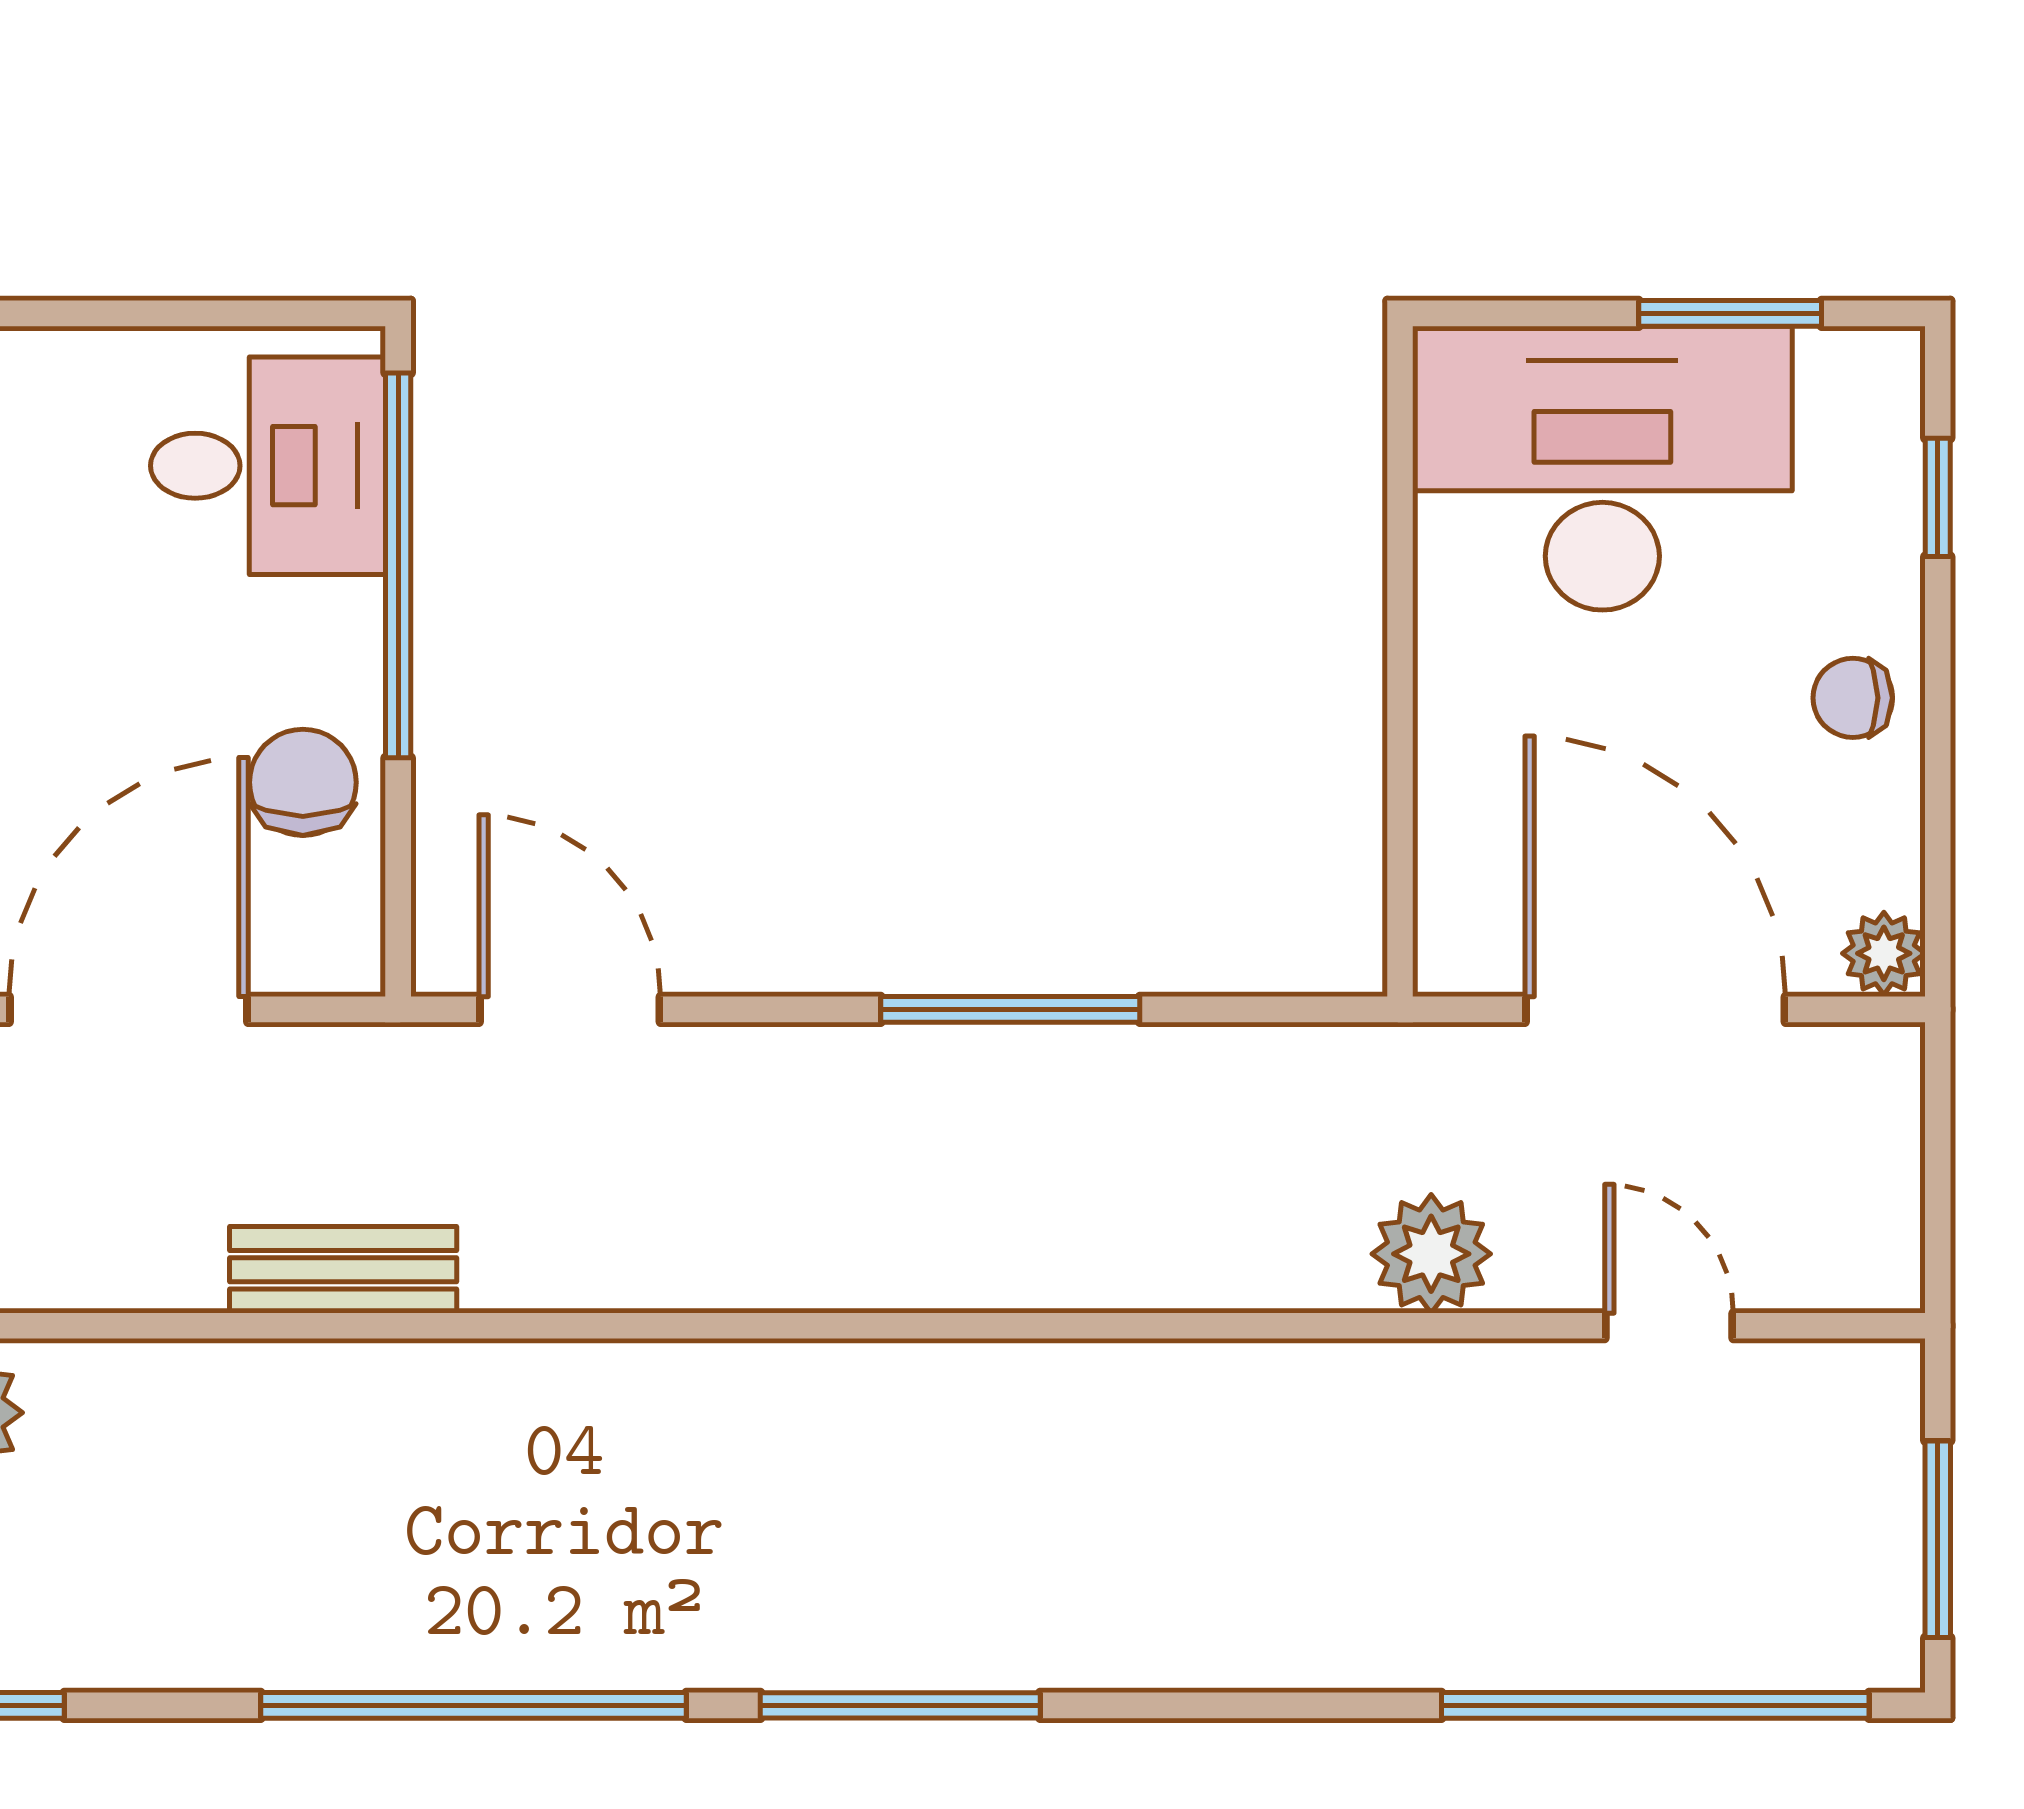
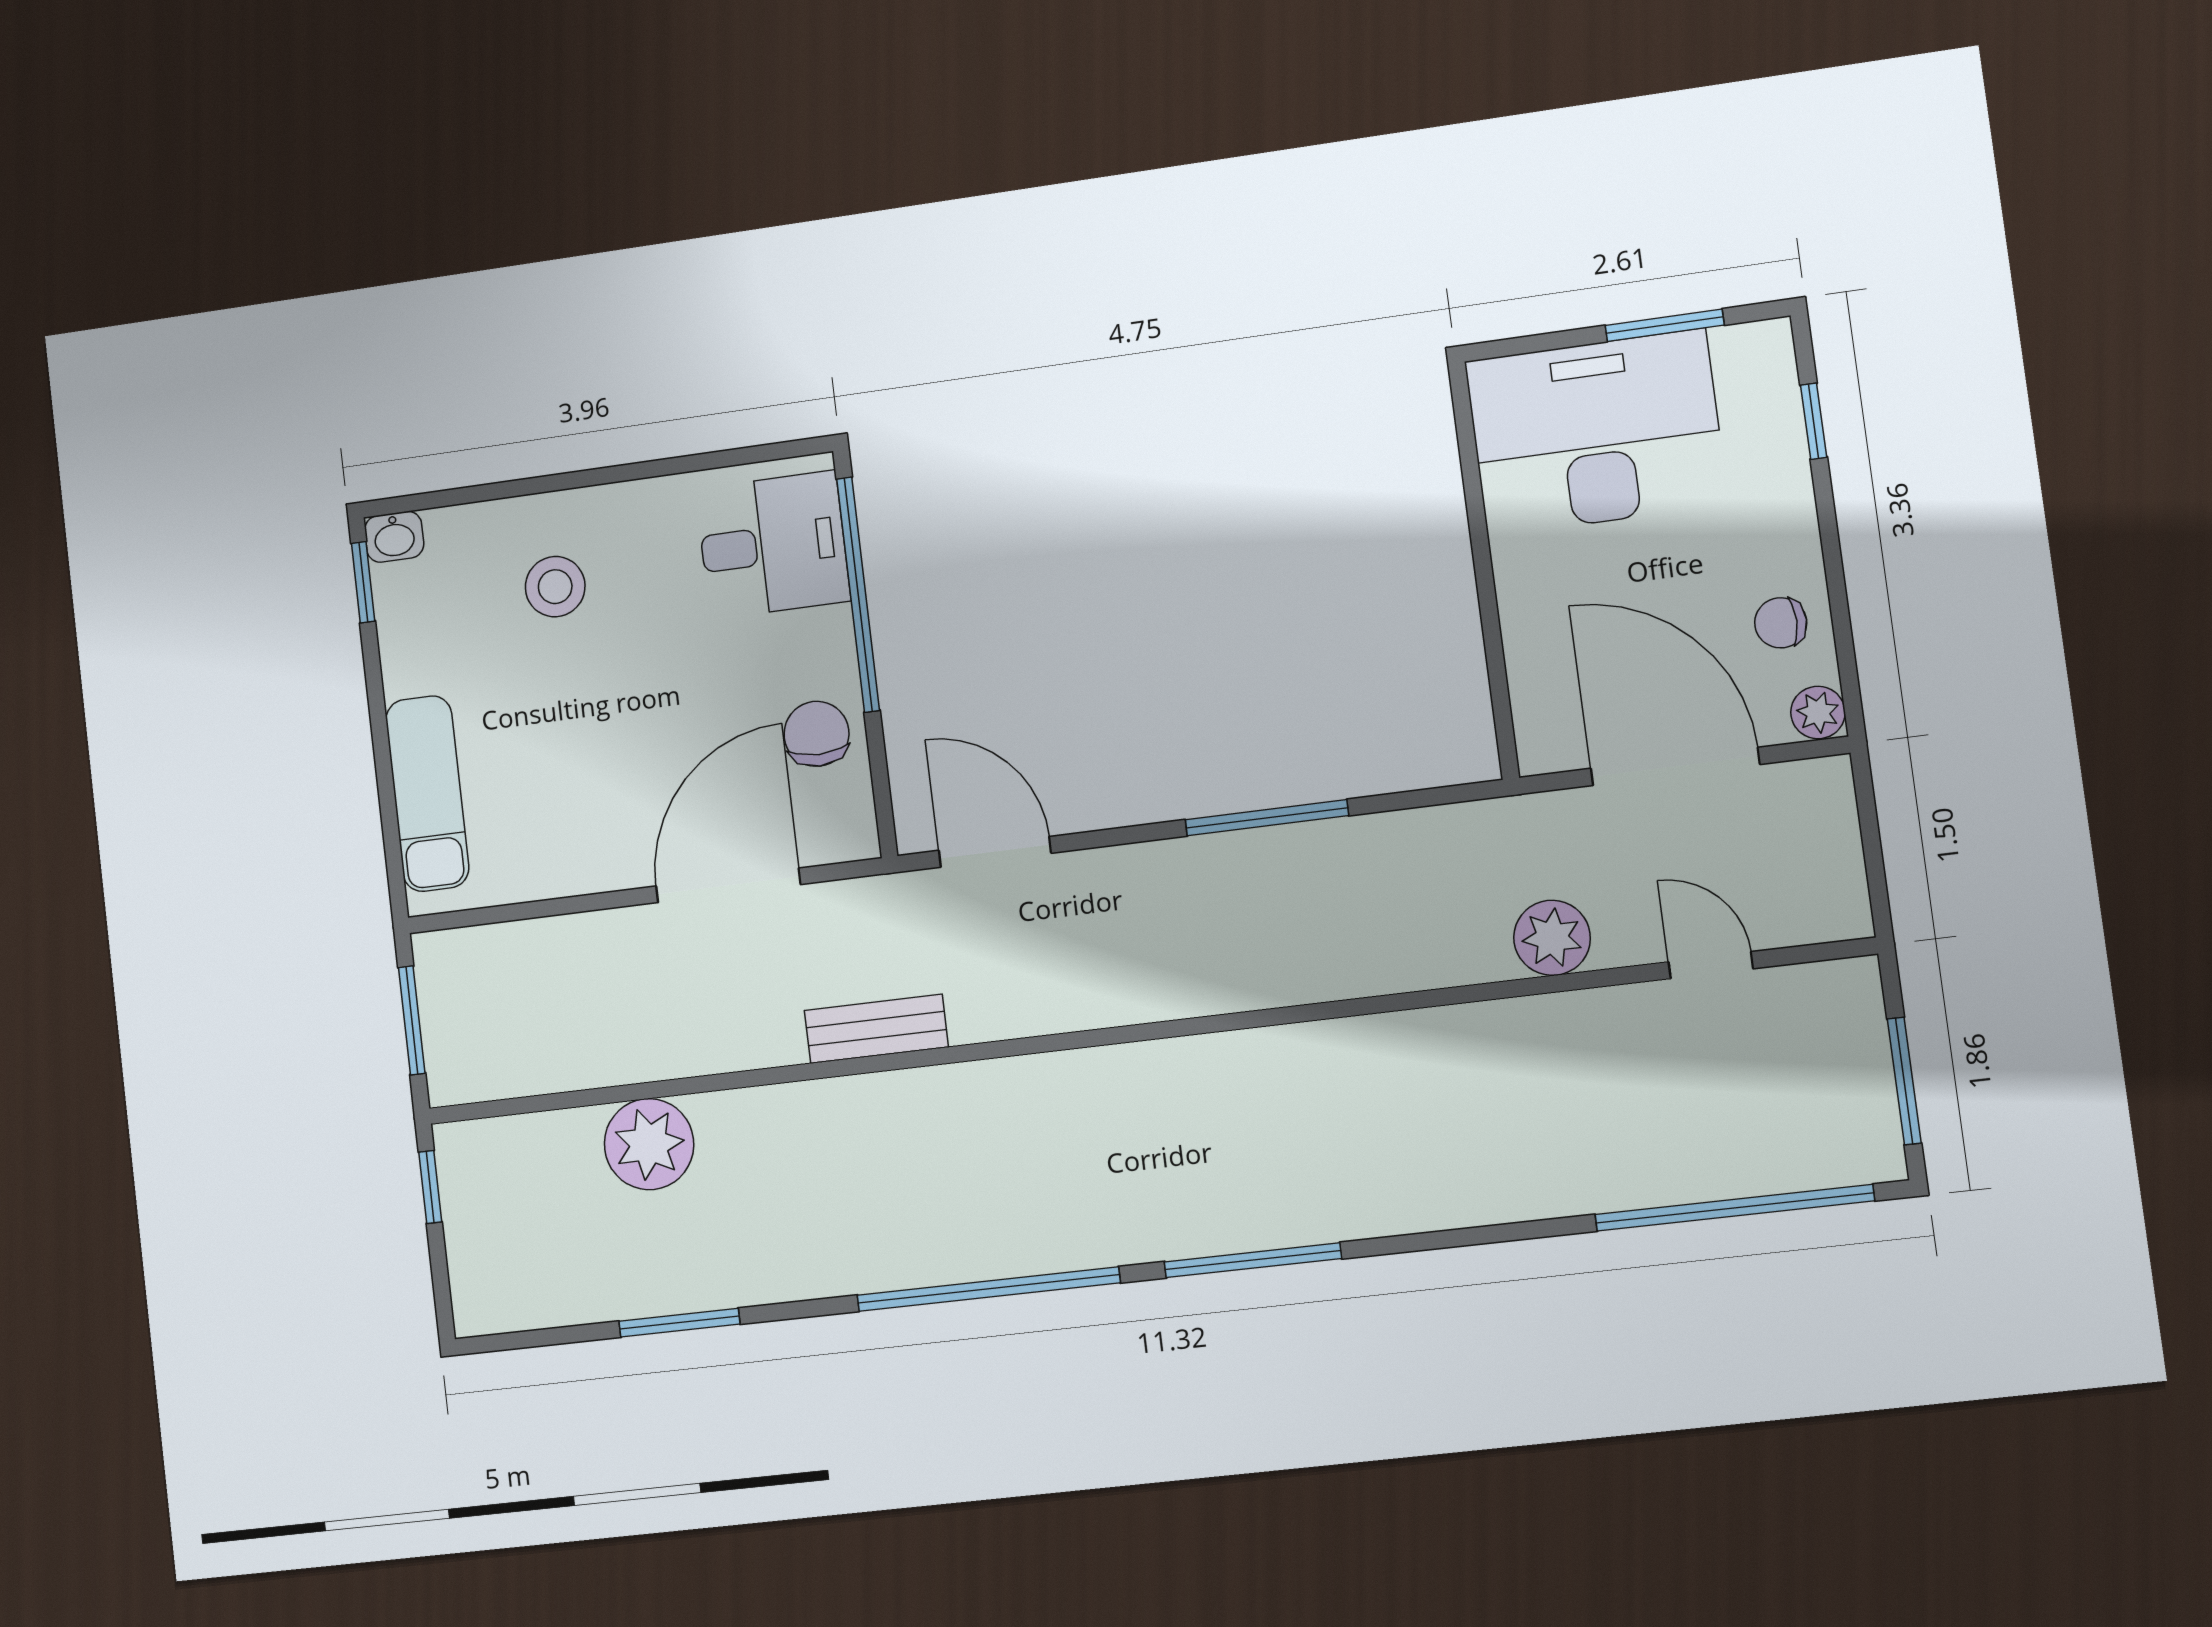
chair: (1853, 698) -> (1781, 623), moved

